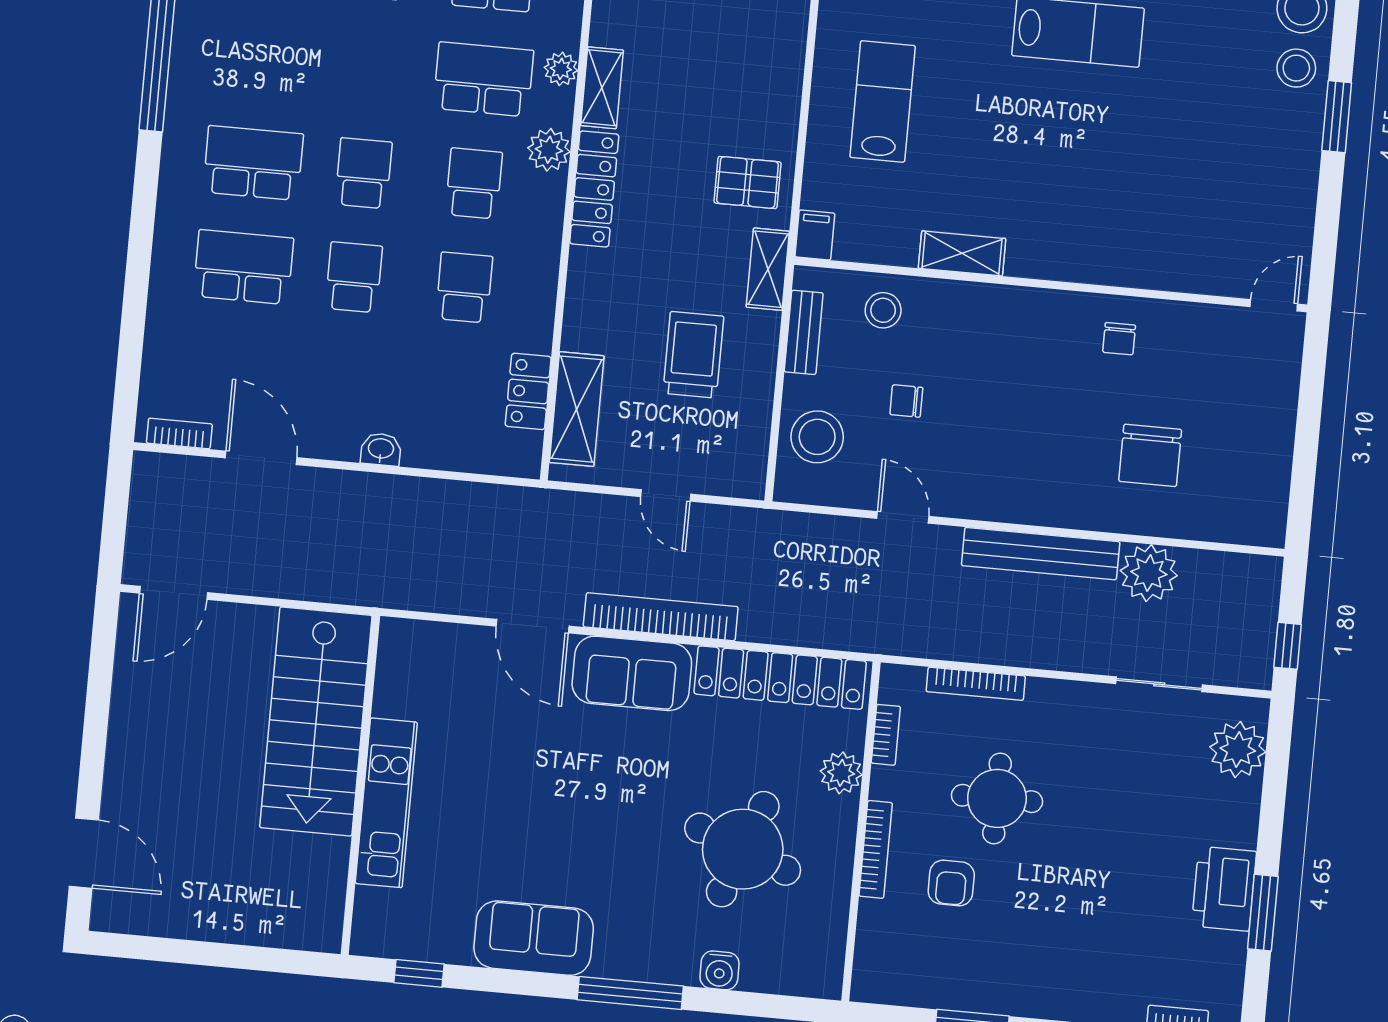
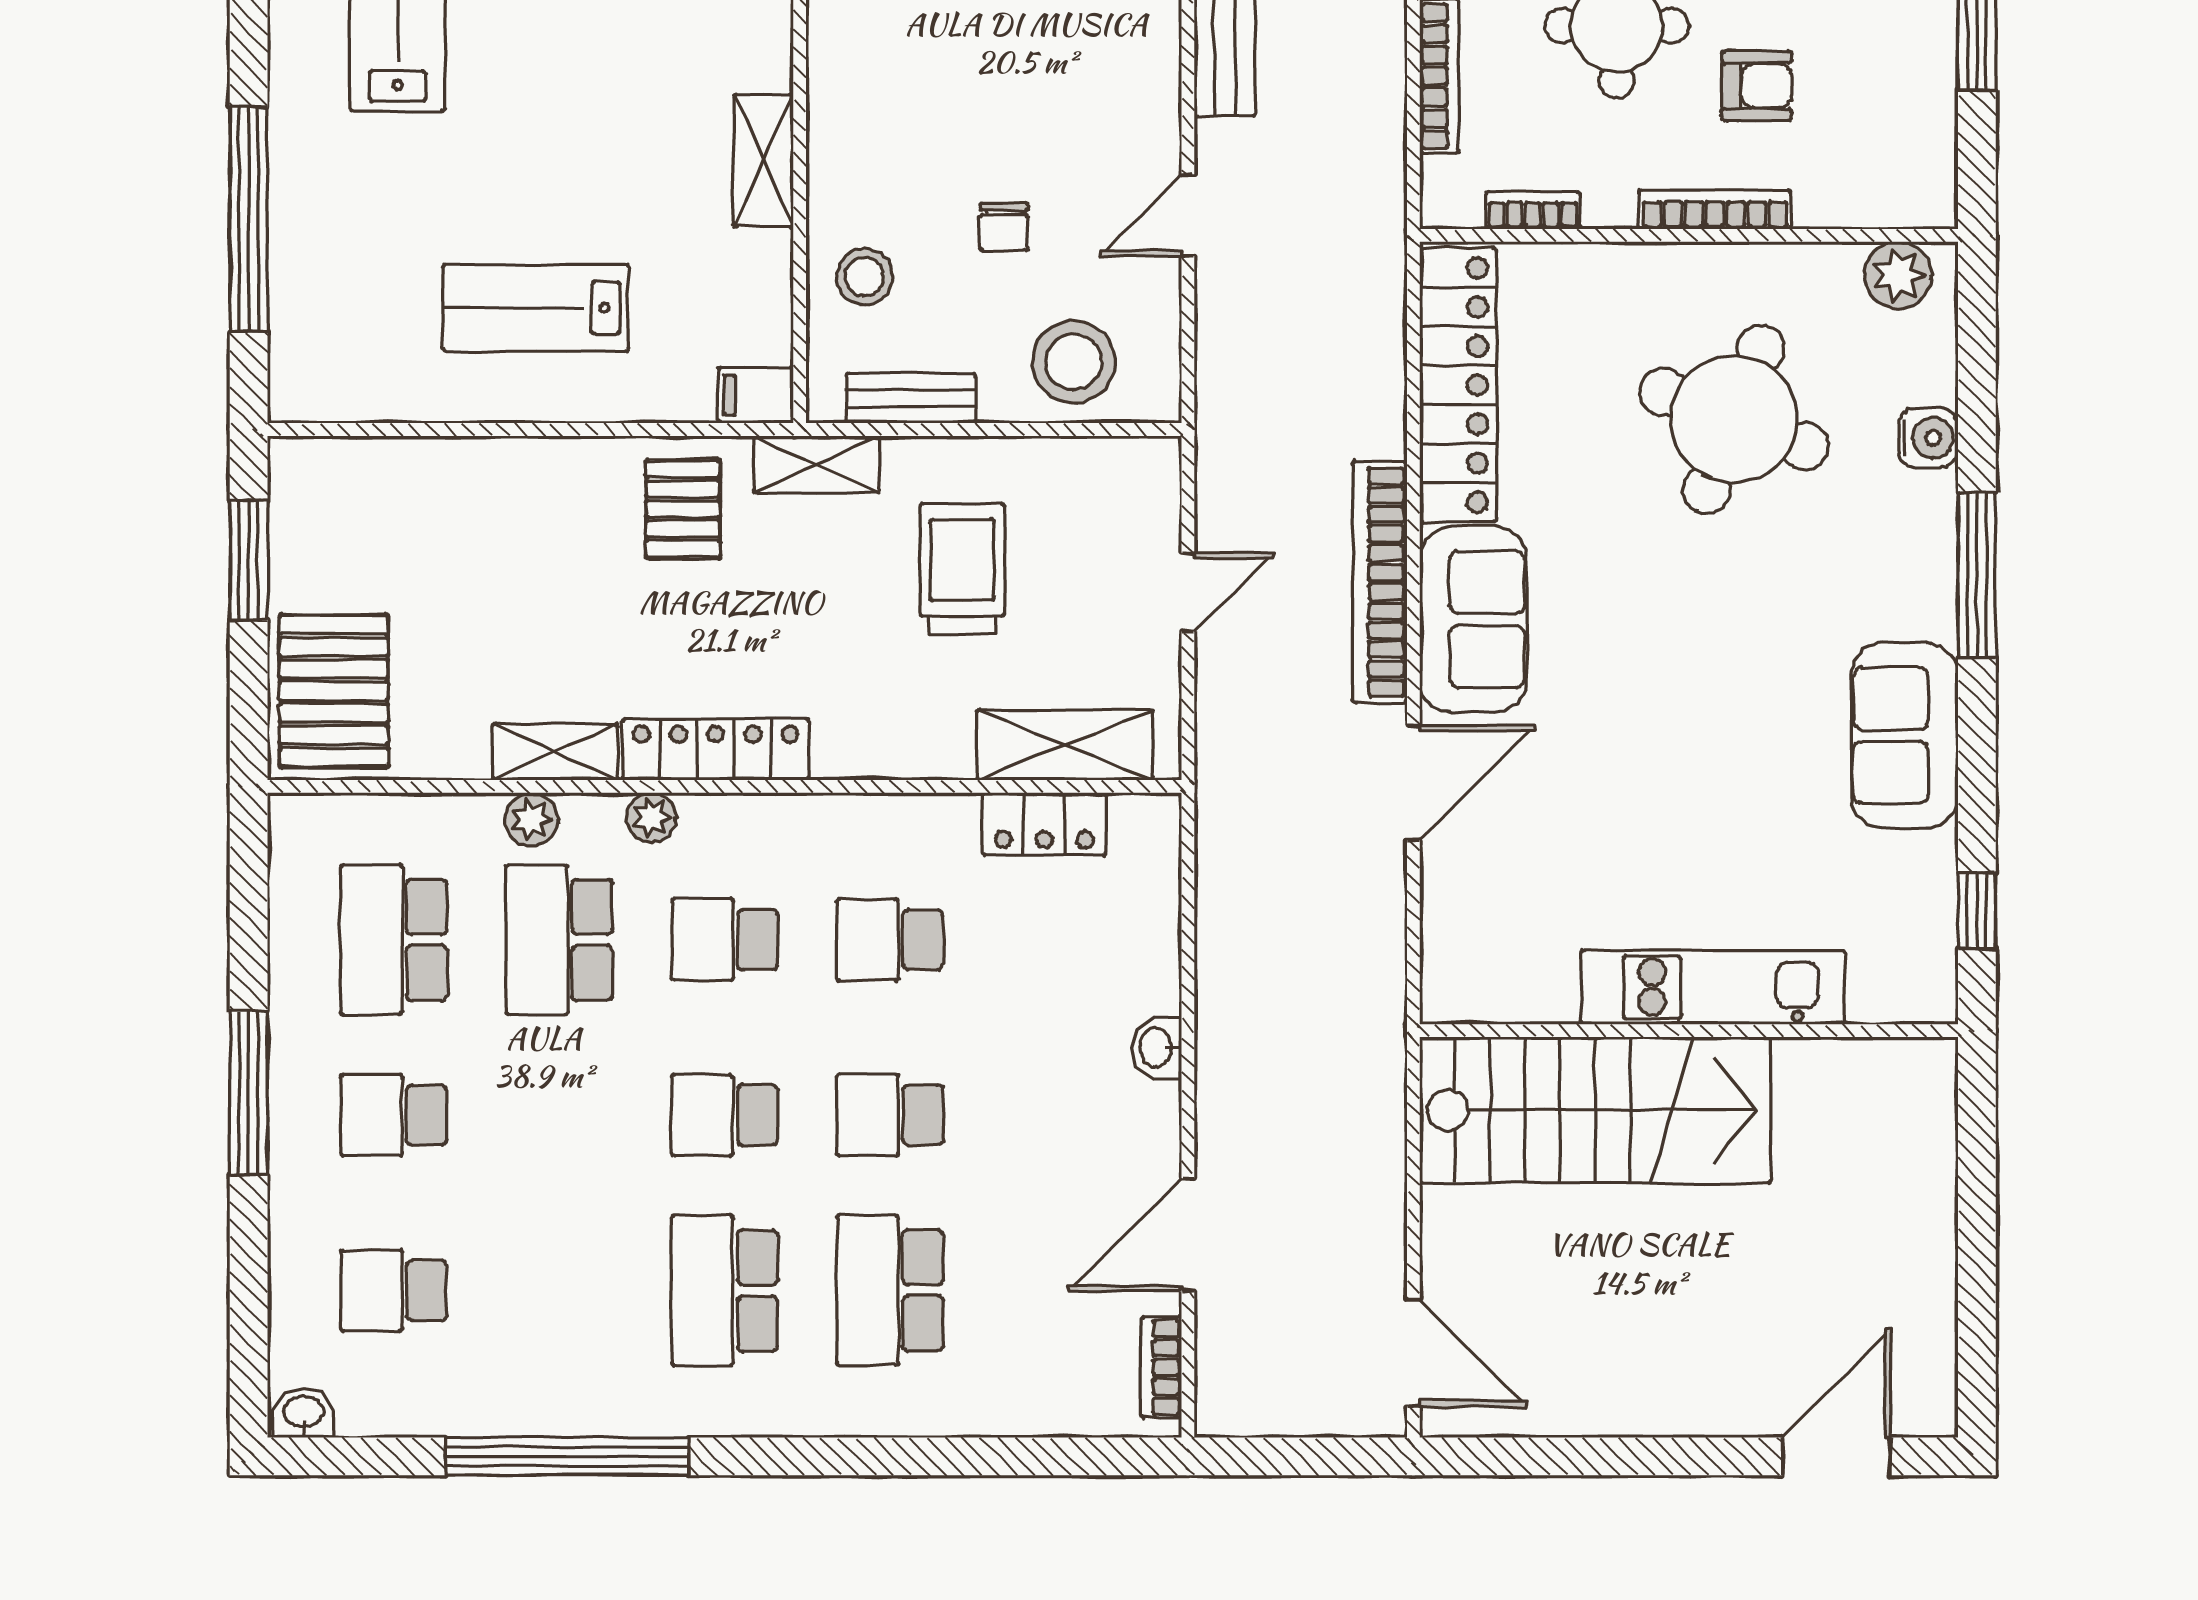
plant: (549, 150) -> (651, 817), width x0.73, depth x0.73
trolley: (693, 355) -> (962, 569), turned 90
plant: (841, 773) -> (1898, 275), moved

